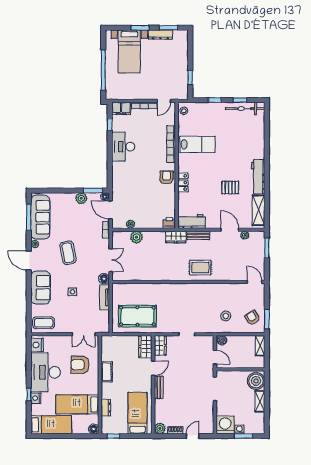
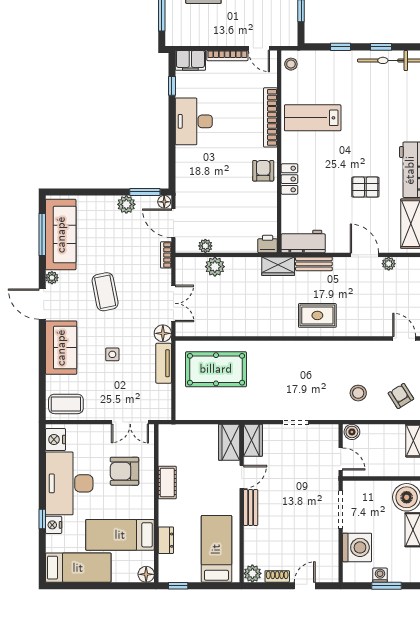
door: (164, 101) -> (259, 48), hinge flipped
lab bench: (197, 144) -> (313, 118), turned 180
pool table: (137, 316) -> (216, 369), moved
washing machine: (225, 425) -> (357, 547), moved, turned 90

